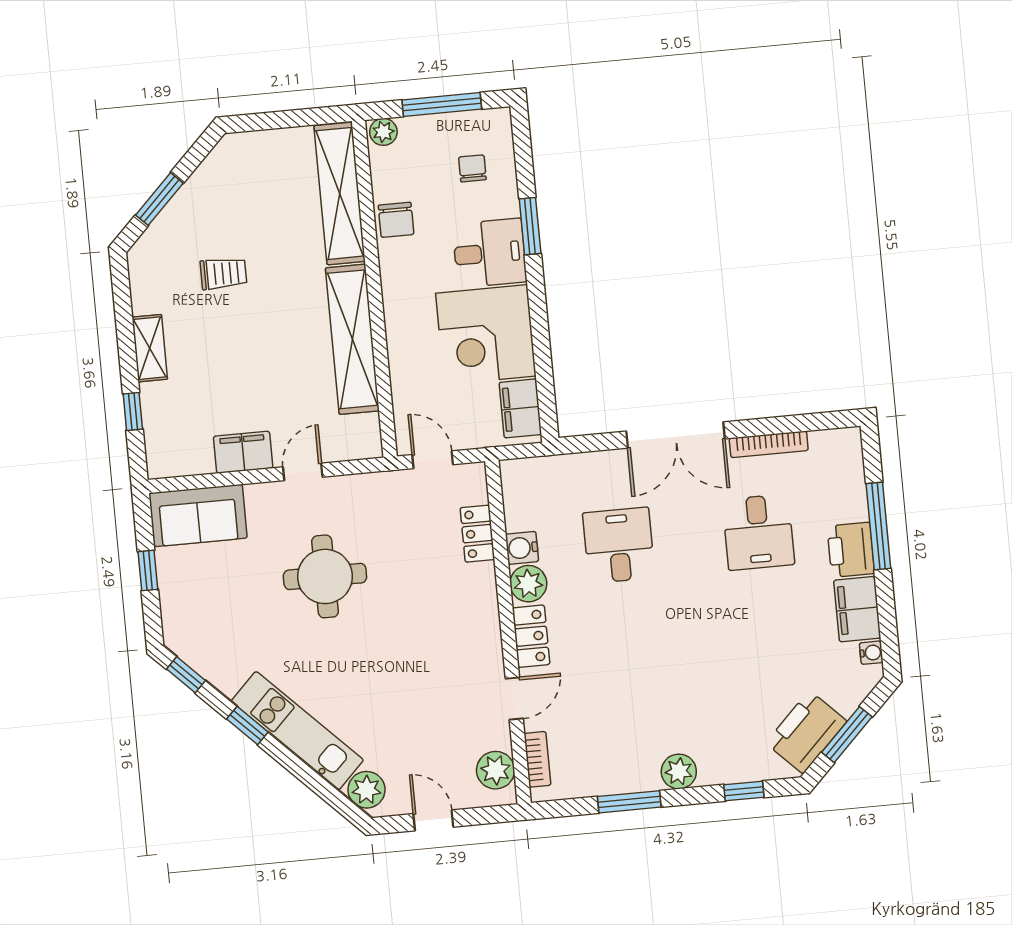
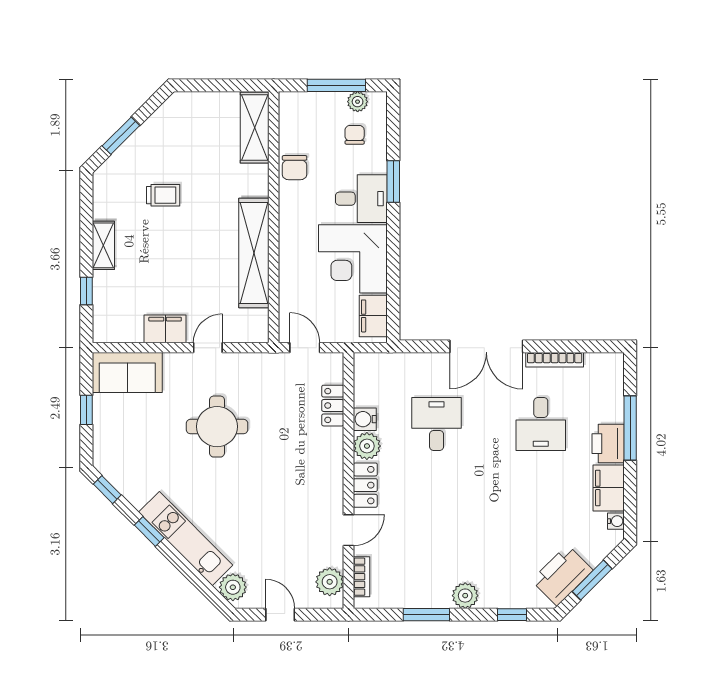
plant: (383, 132) -> (358, 102), moved
shelving: (340, 193) -> (255, 128), width x0.68

